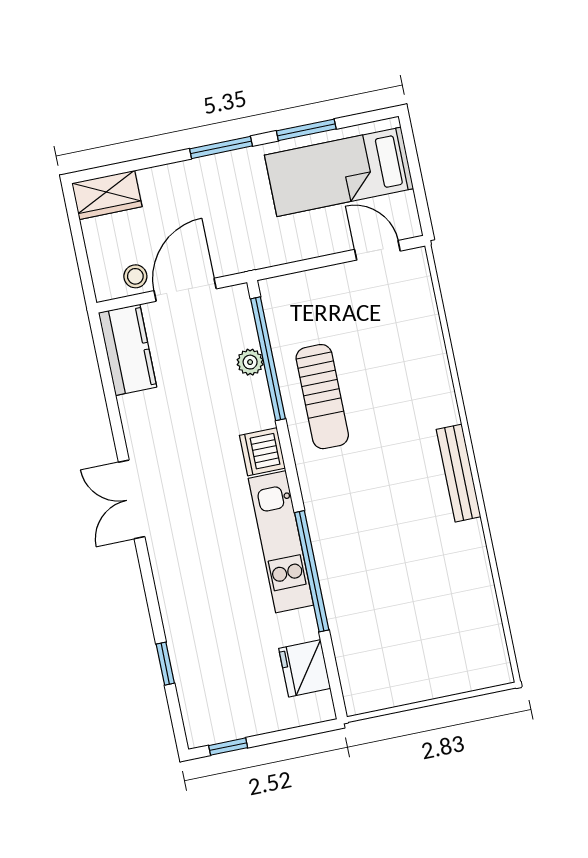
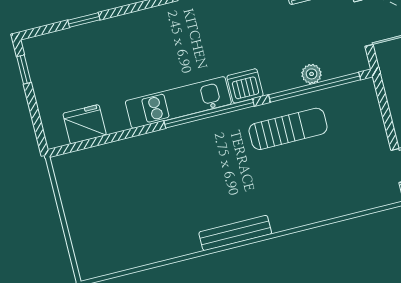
sun lounger: (322, 397) -> (288, 129), turned 180
window: (312, 571) -> (209, 114), moved

